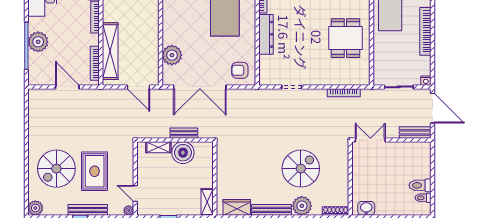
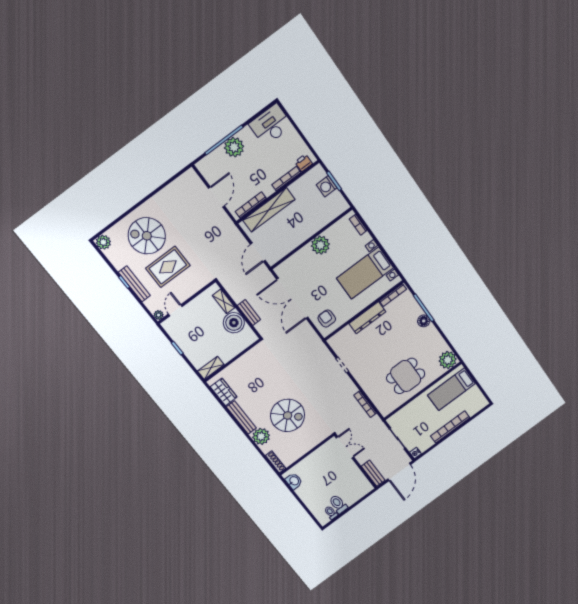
plant: (172, 55) -> (320, 245), moved

